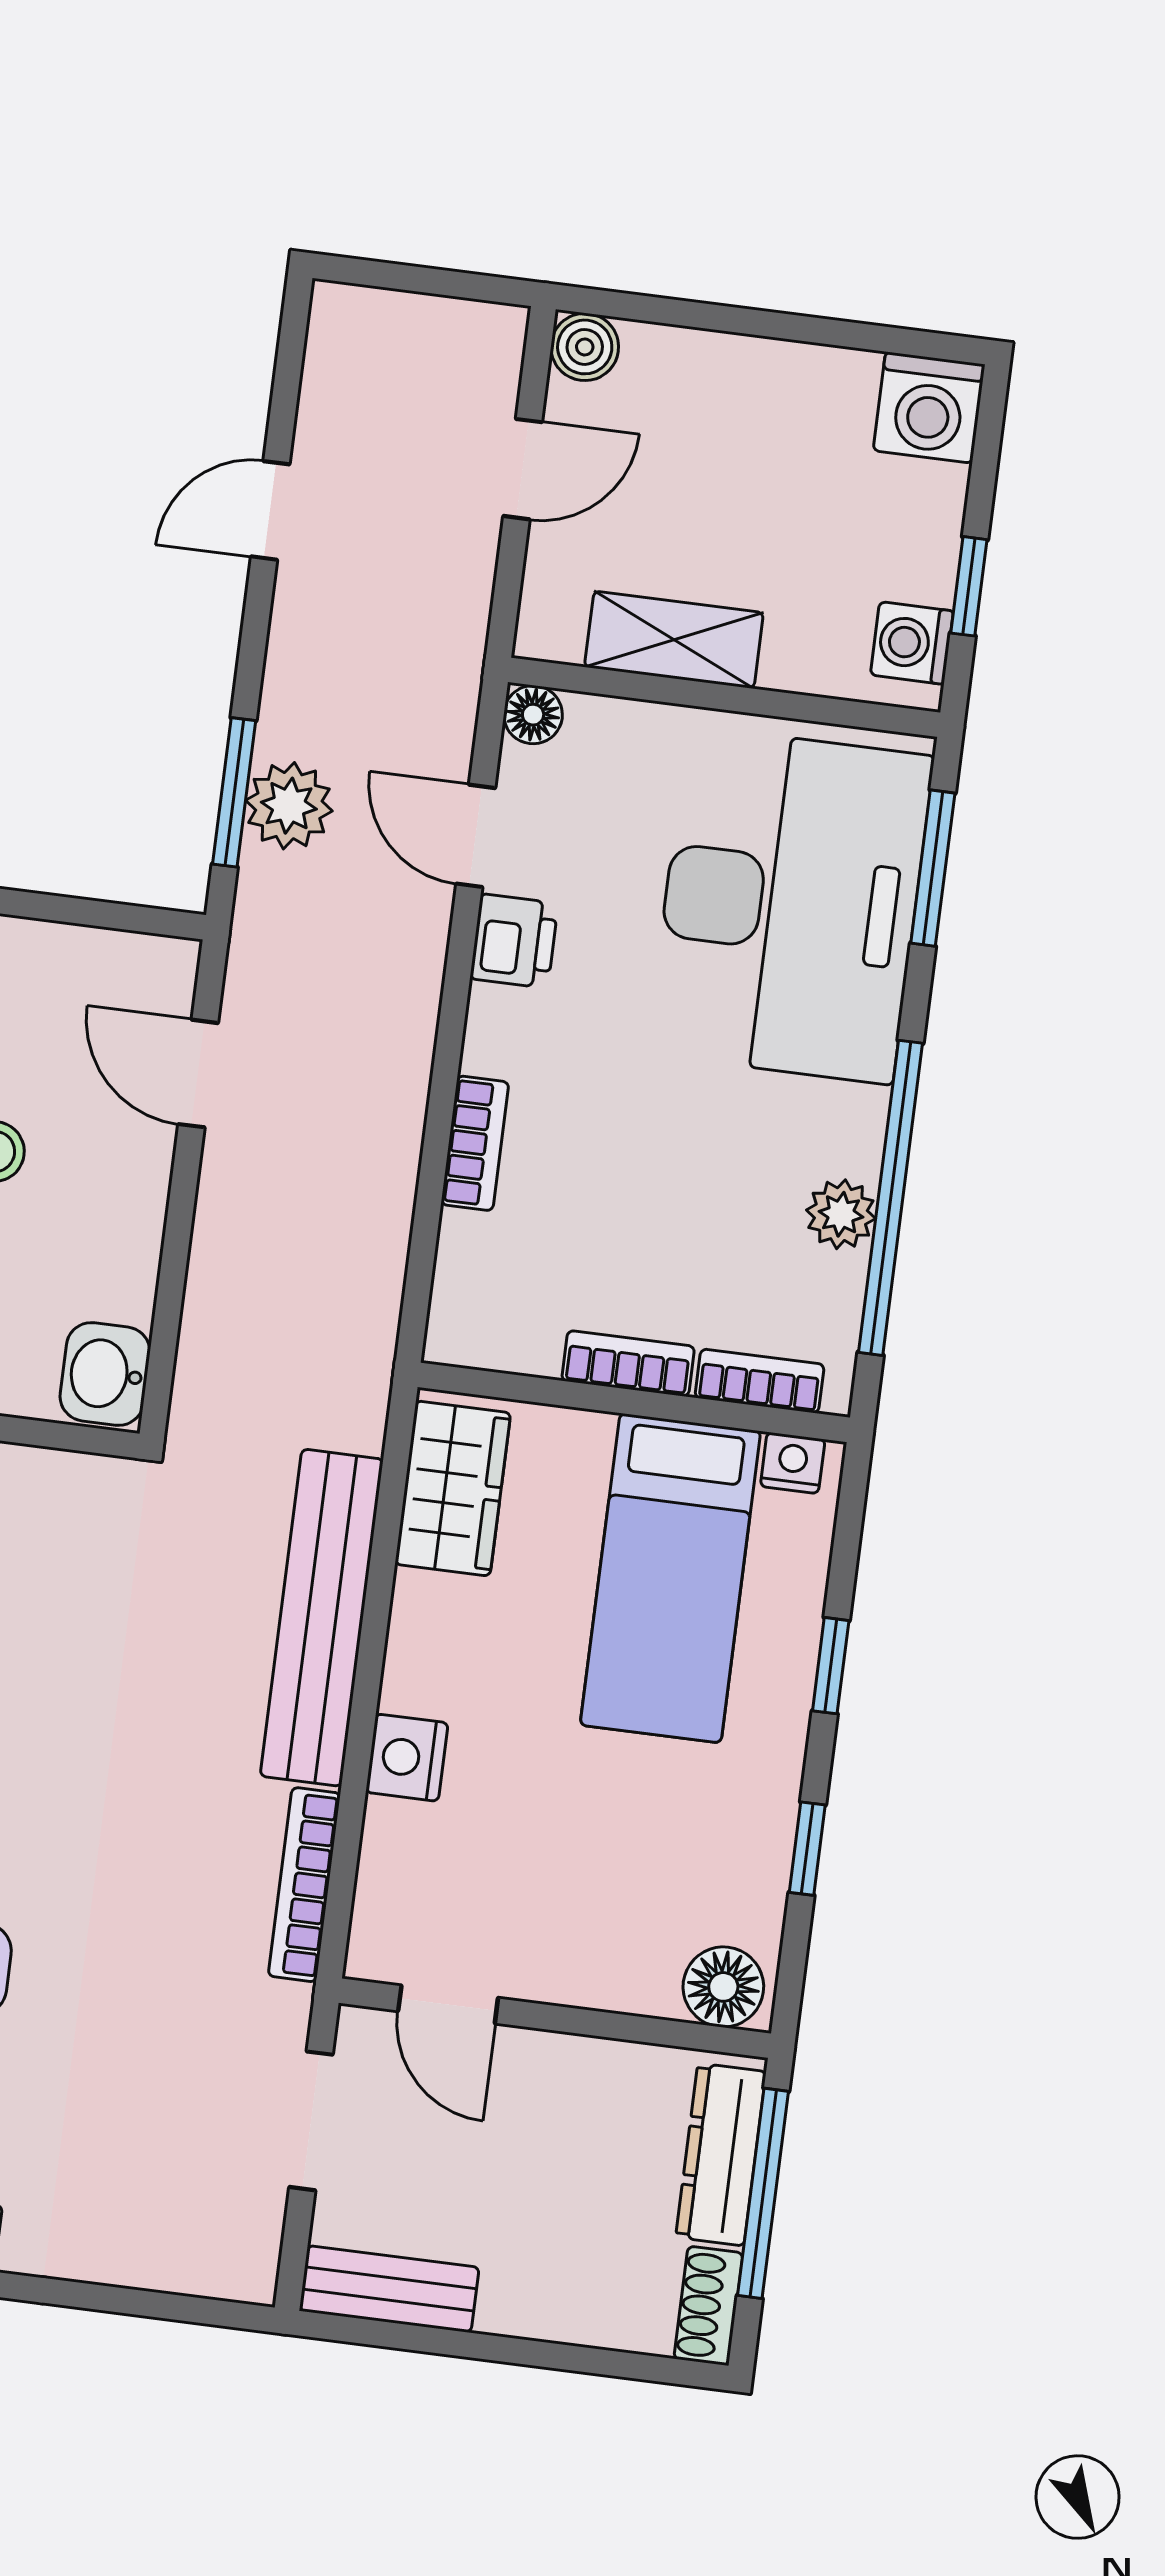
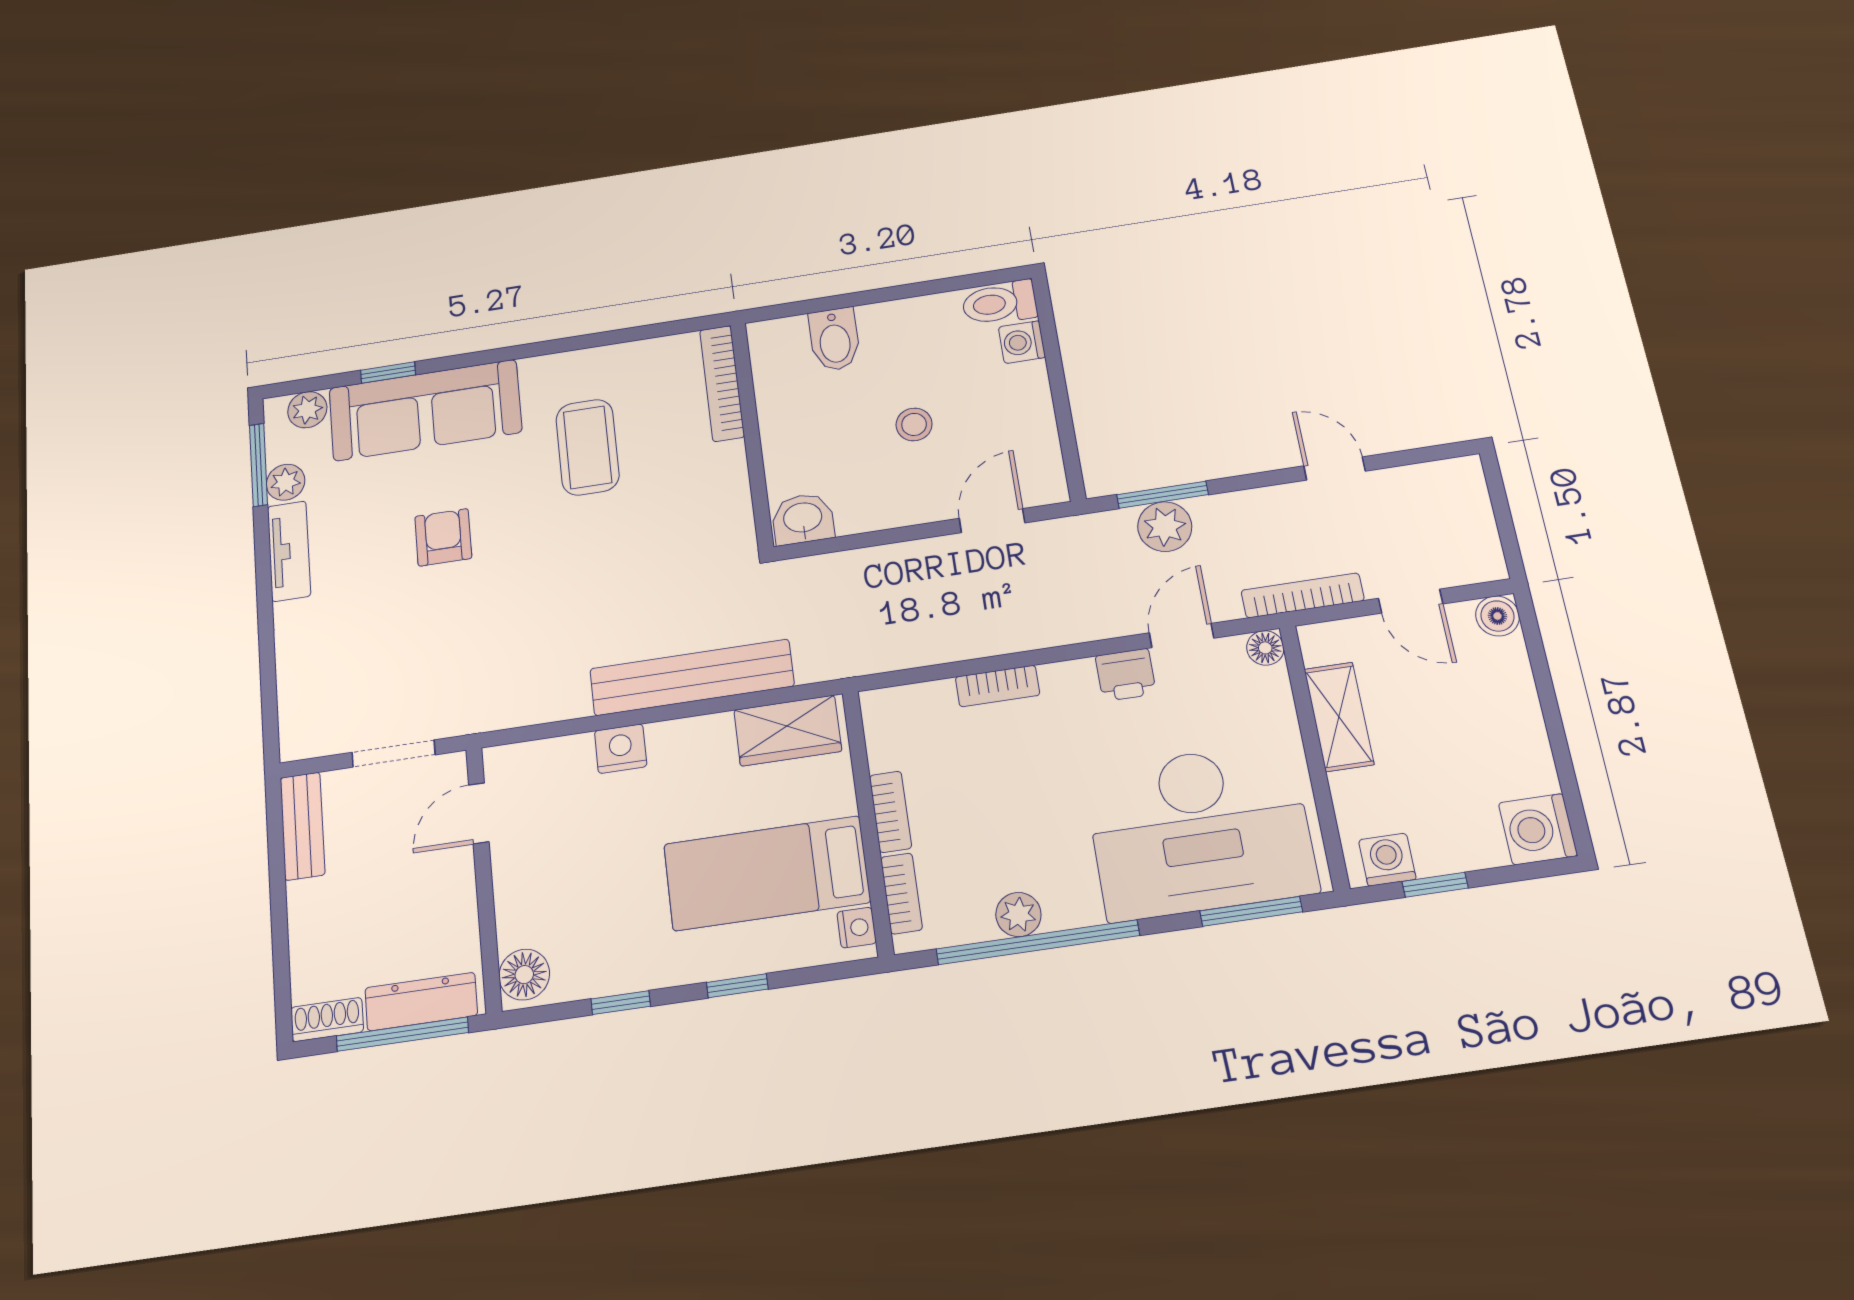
bookcase: (304, 1885) -> (1303, 595), moved

